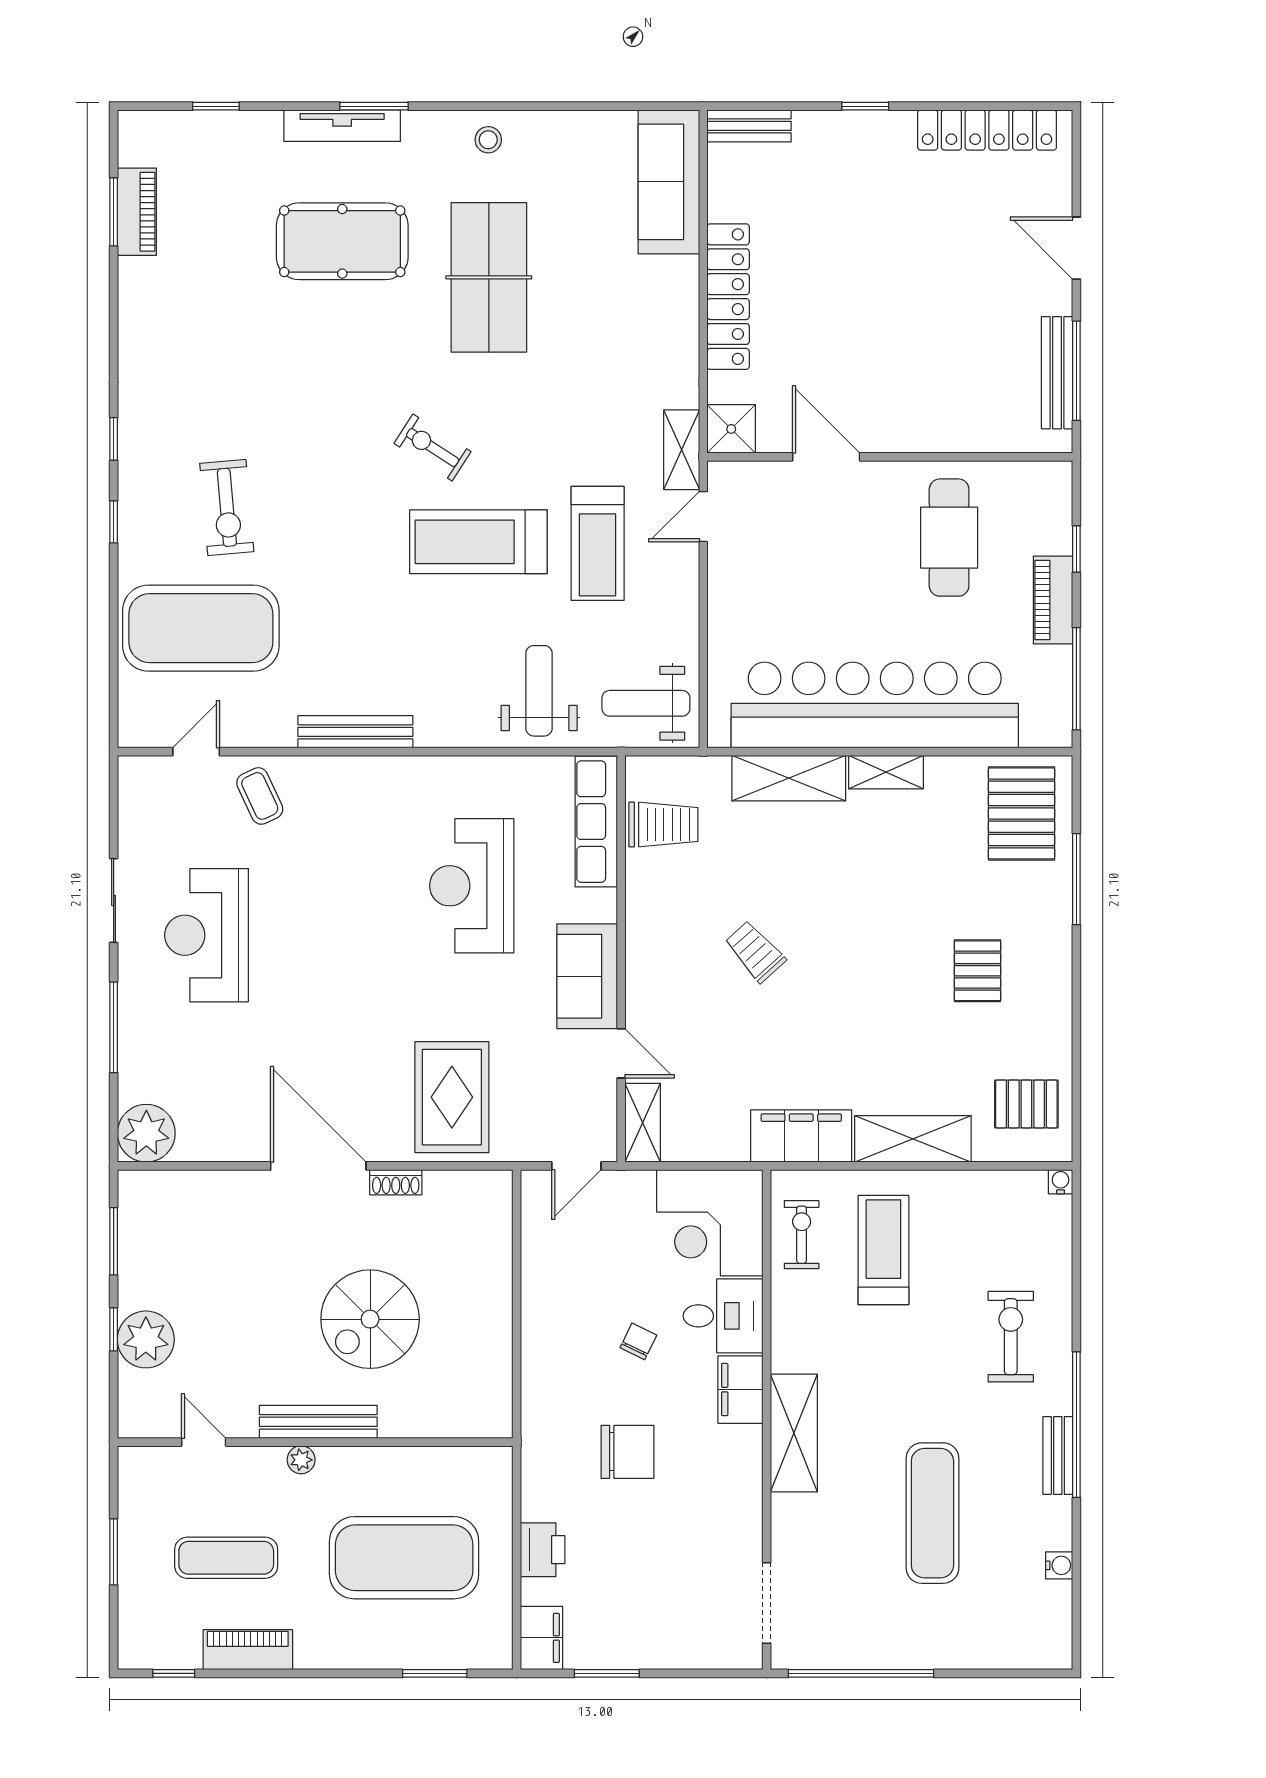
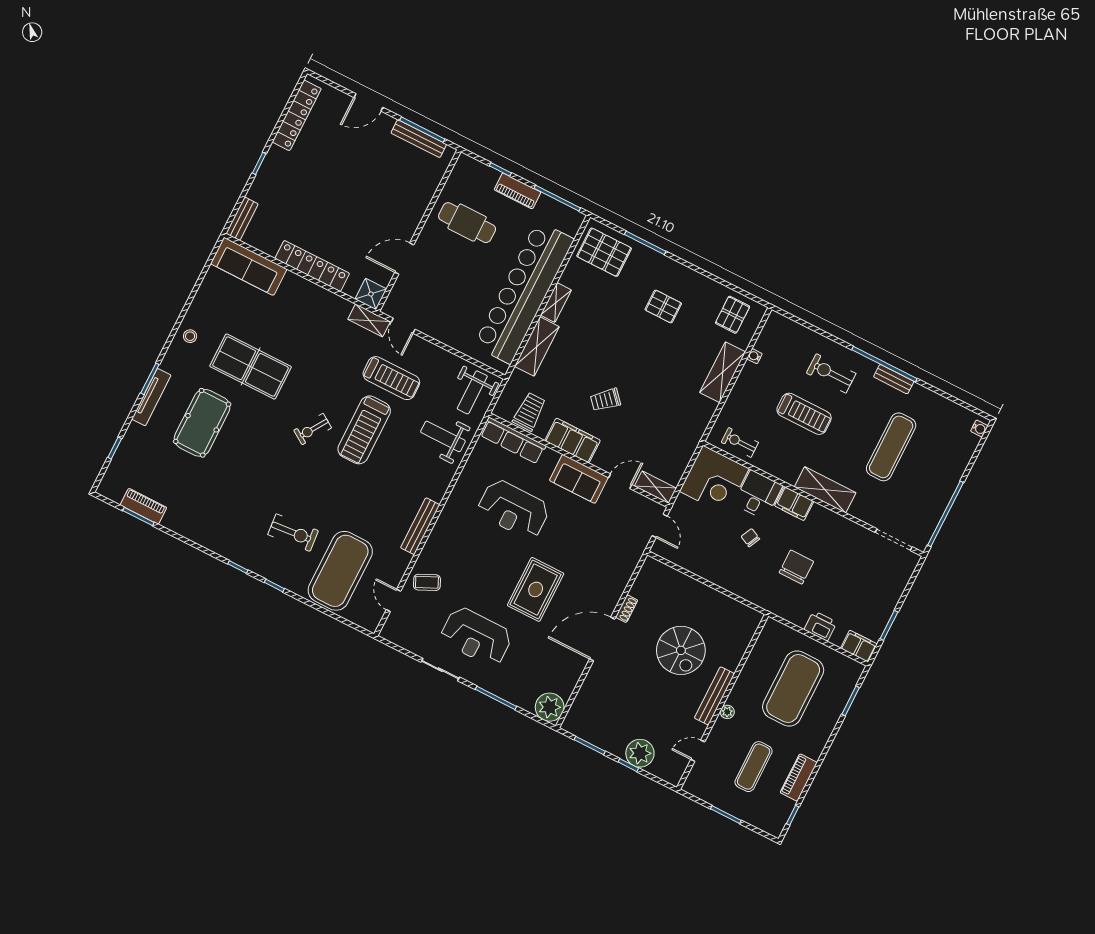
rug: (452, 1097) -> (536, 589), moved, turned 90
filing cabinet: (801, 1136) -> (573, 440), moved, turned 90
water cooler: (1061, 1182) -> (754, 356), moved
treadmill: (883, 1250) -> (804, 414), moved, turned 180
exercise mat: (932, 1513) -> (891, 447), turned 90
water cooler: (1059, 1565) -> (979, 429), moved, turned 90

